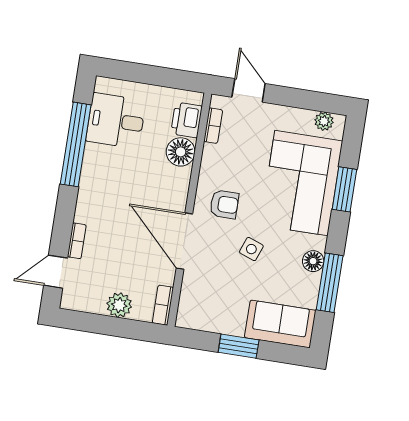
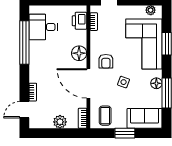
floor lamp: (181, 152) -> (79, 53), moved
armchair: (224, 204) -> (106, 61), turned 90
coffee table: (207, 307) -> (105, 116), added

